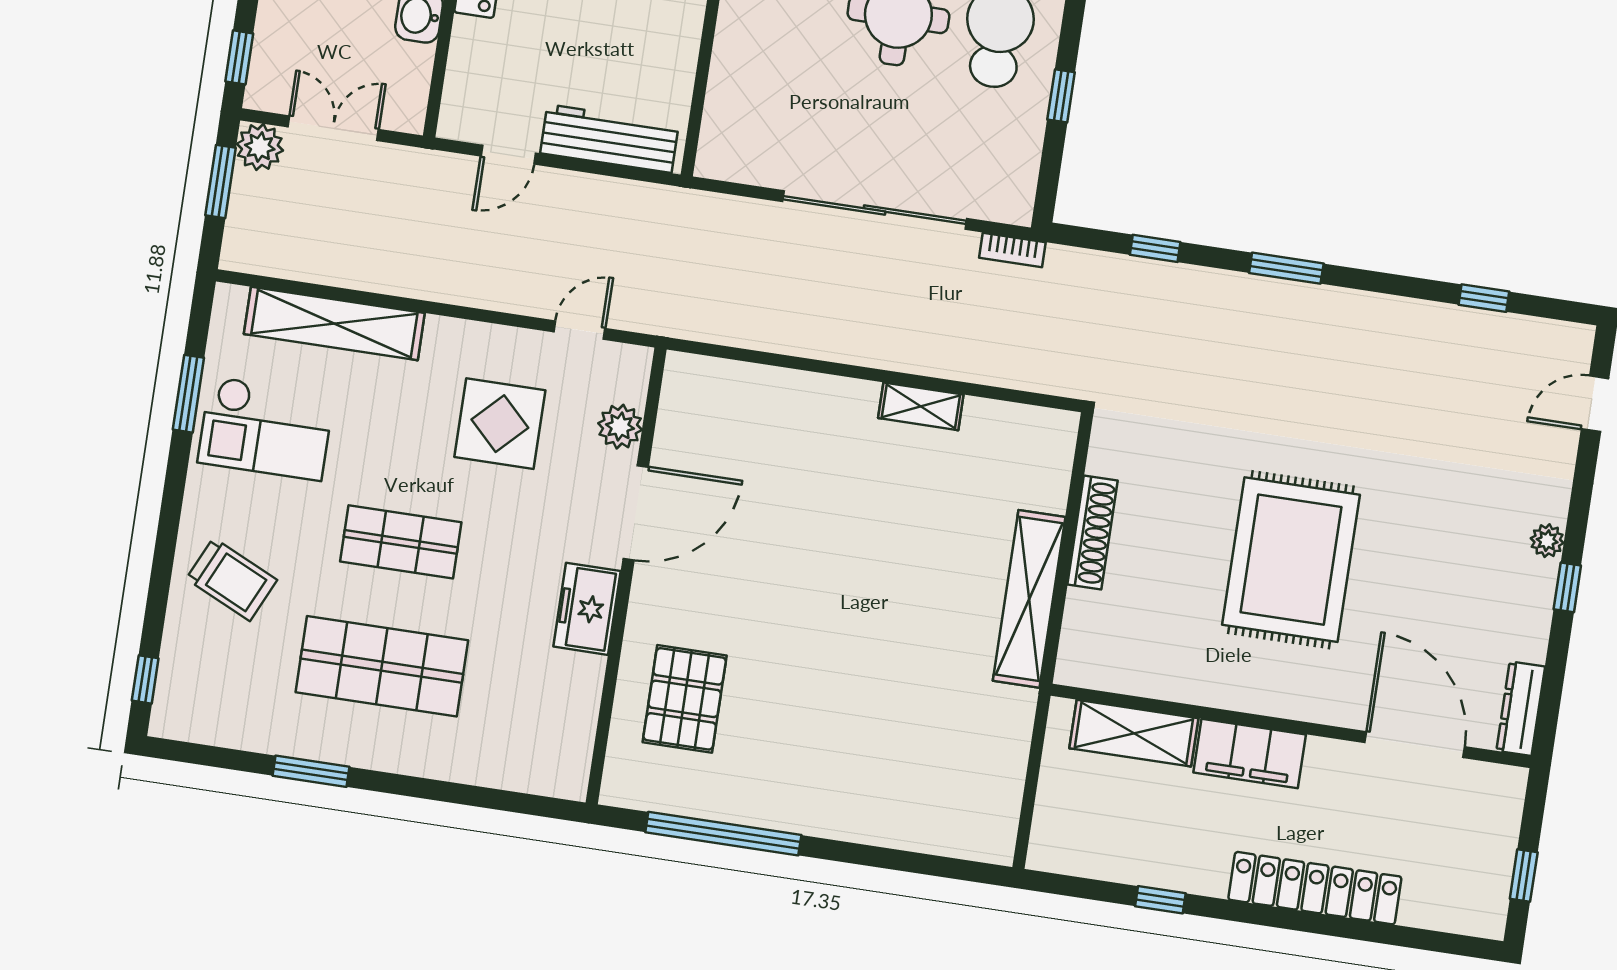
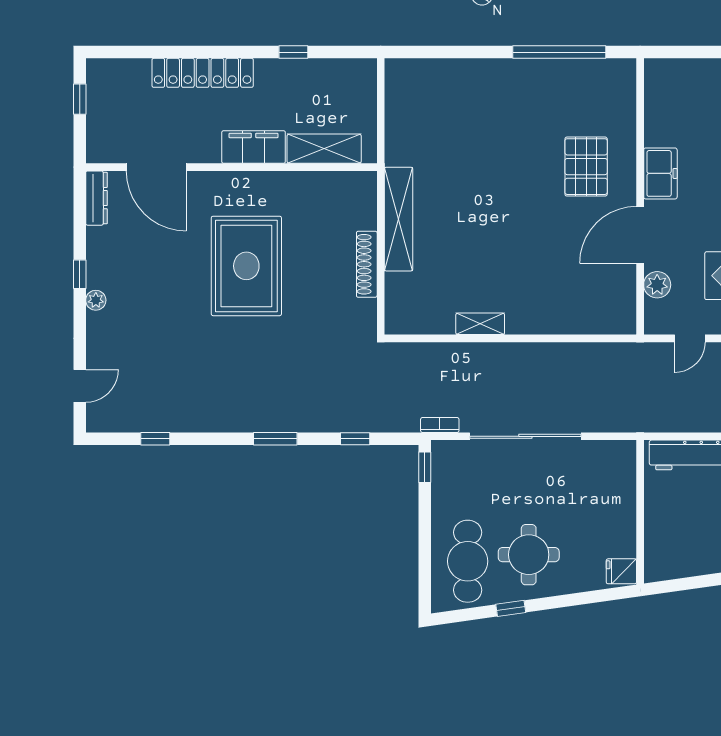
window: (1061, 96) -> (425, 467), moved
pallet: (685, 699) -> (586, 167), moved

